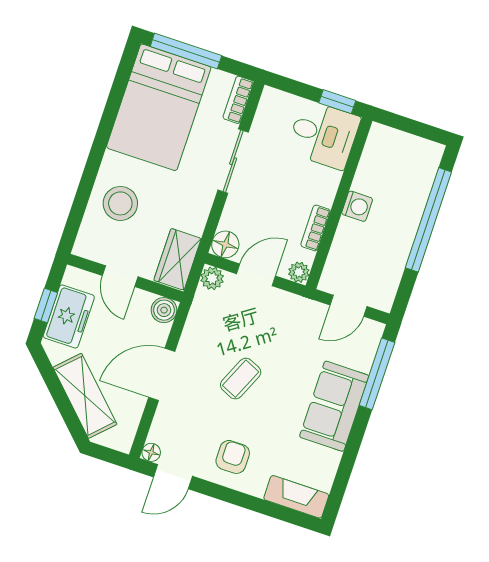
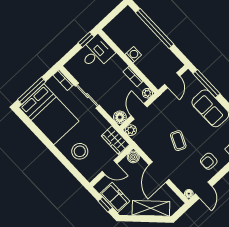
armchair: (233, 457) -> (209, 161), turned -90

